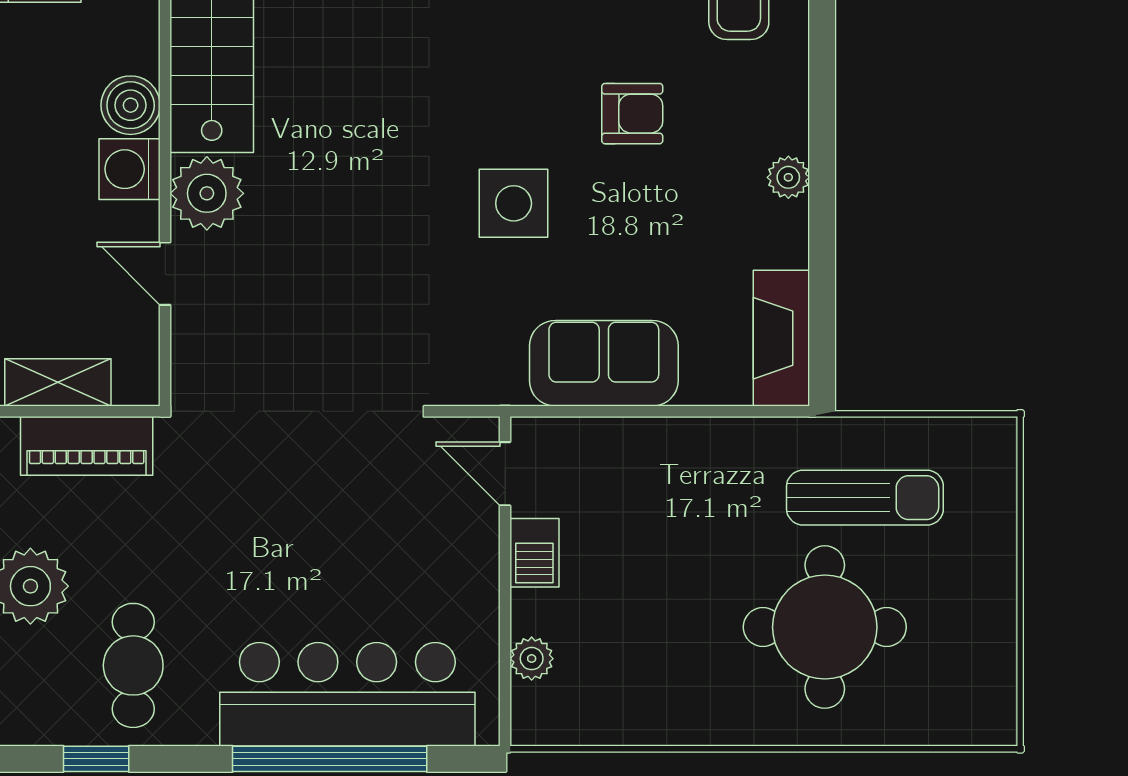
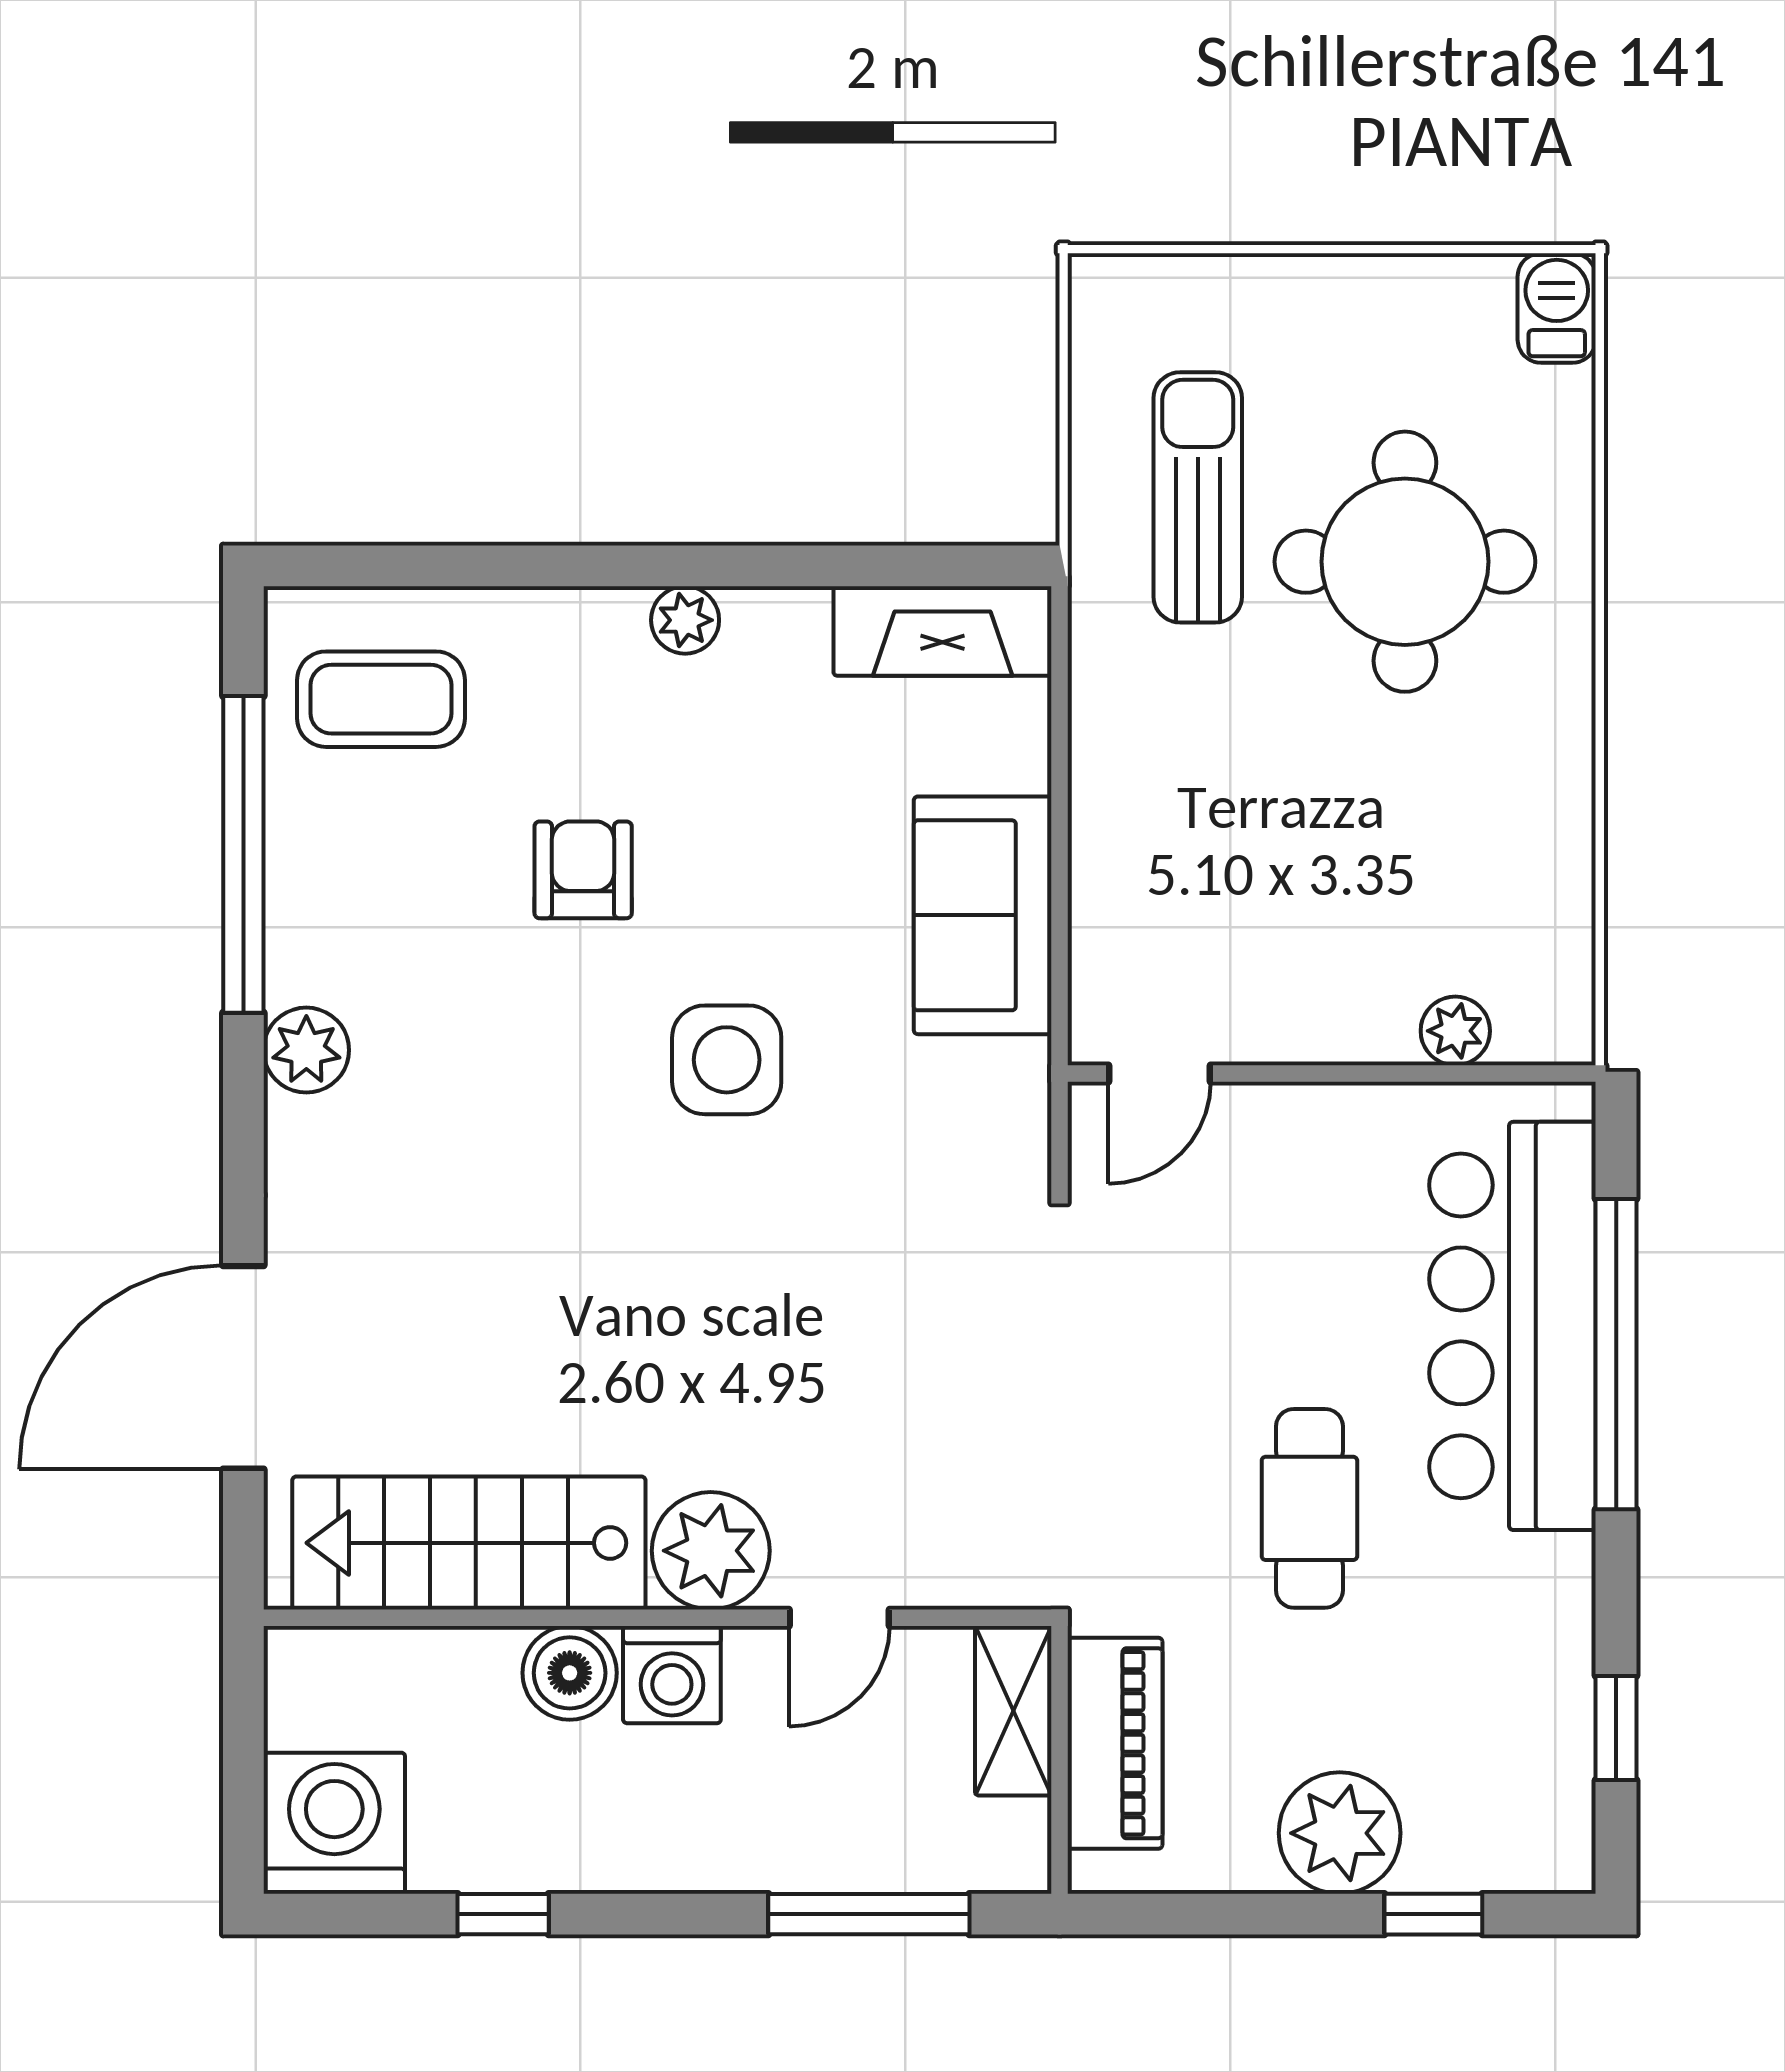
shelving: (58, 382) -> (1013, 1711), moved
barbecue: (534, 553) -> (1557, 308), moved, turned -90
cafe table: (133, 665) -> (1309, 1508), moved, turned 90

